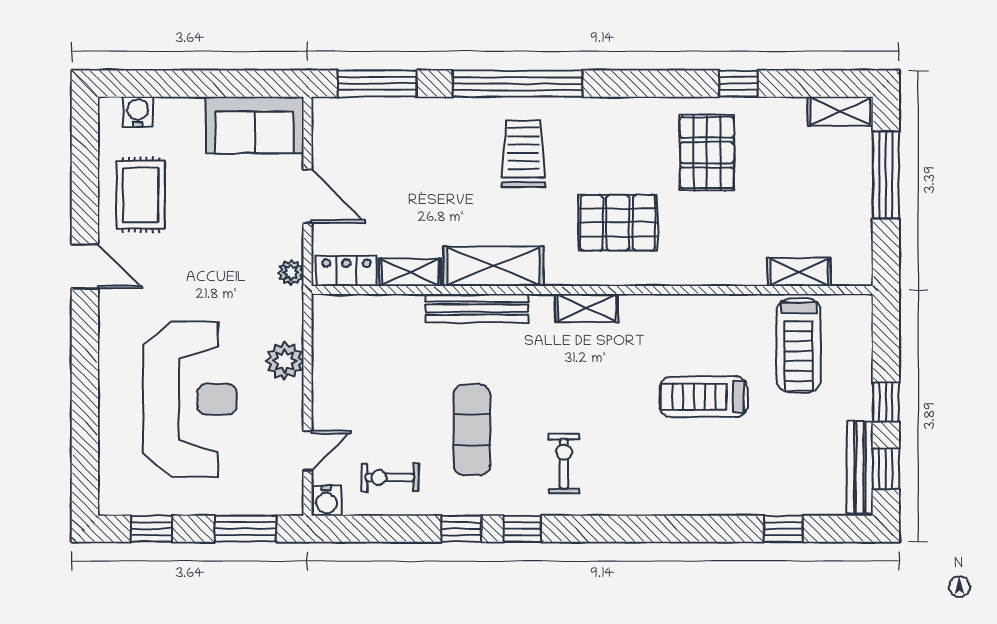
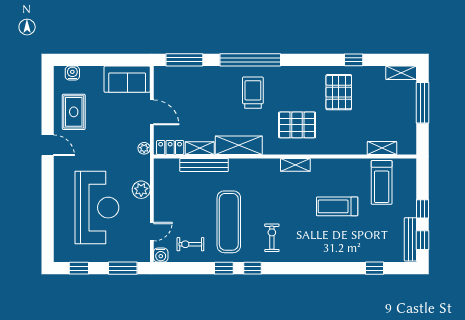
bench: (477, 308) -> (204, 165), moved
shelving: (587, 308) -> (295, 165), moved
exercise mat: (472, 430) -> (229, 222), width x1.36, depth x1.45

